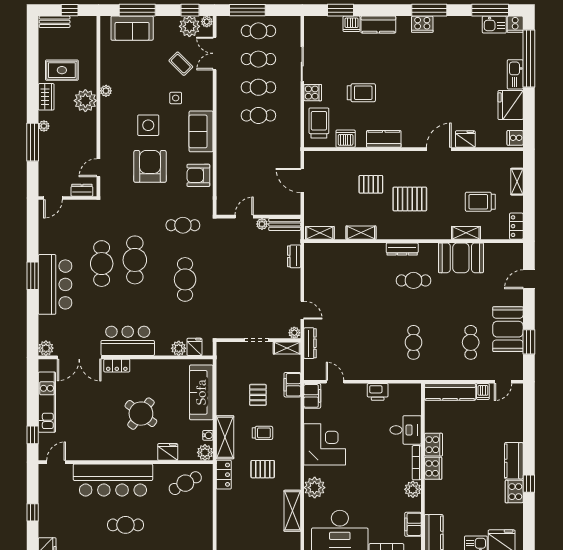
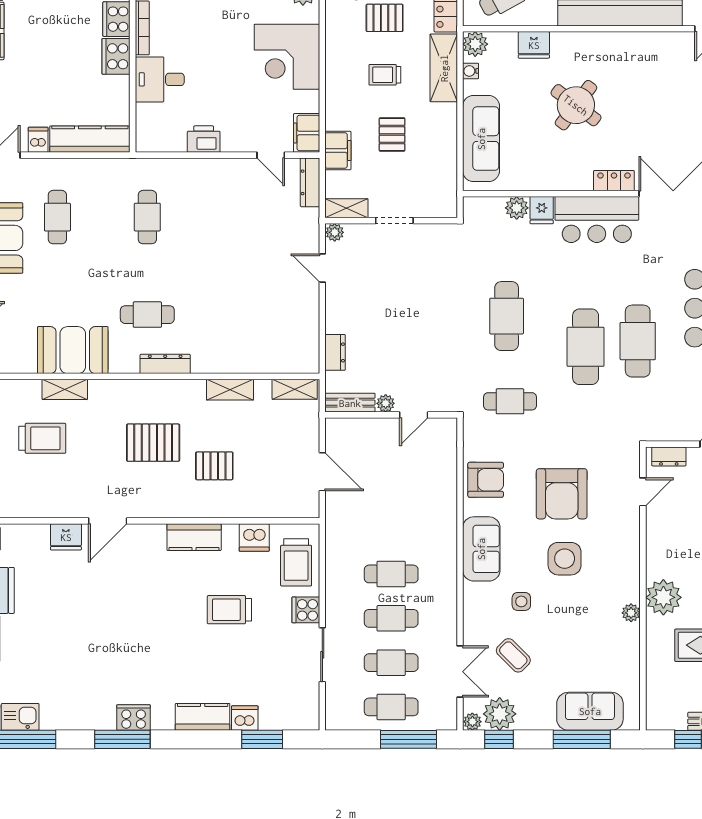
dresser: (310, 343) -> (310, 182), moved
fridge: (194, 347) -> (542, 210), moved

